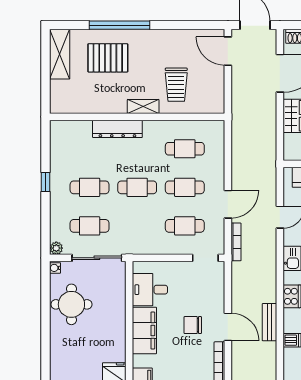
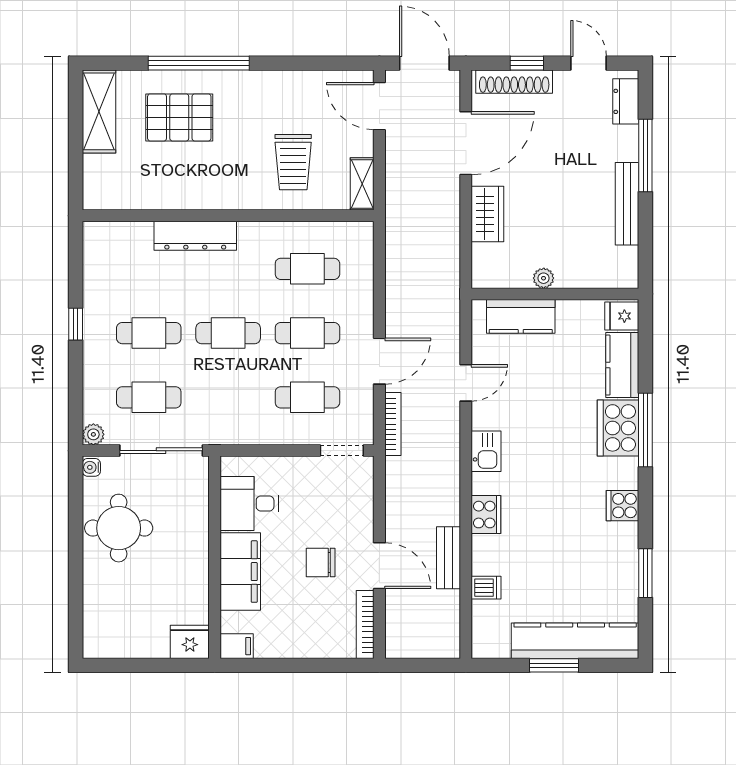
shelving: (143, 106) -> (362, 184), moved, turned 90

